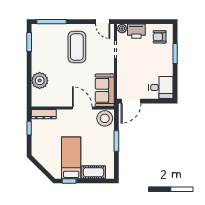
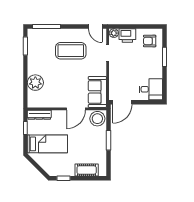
coffee table: (77, 47) -> (71, 51), turned 90
door: (82, 108) -> (76, 109), swing flipped
bed: (71, 158) -> (47, 144), moved, turned 90

